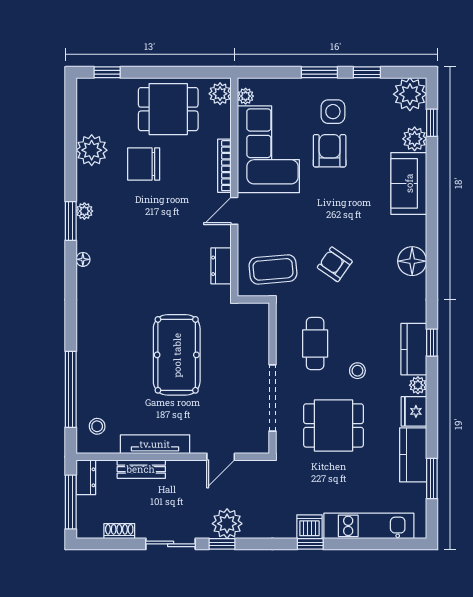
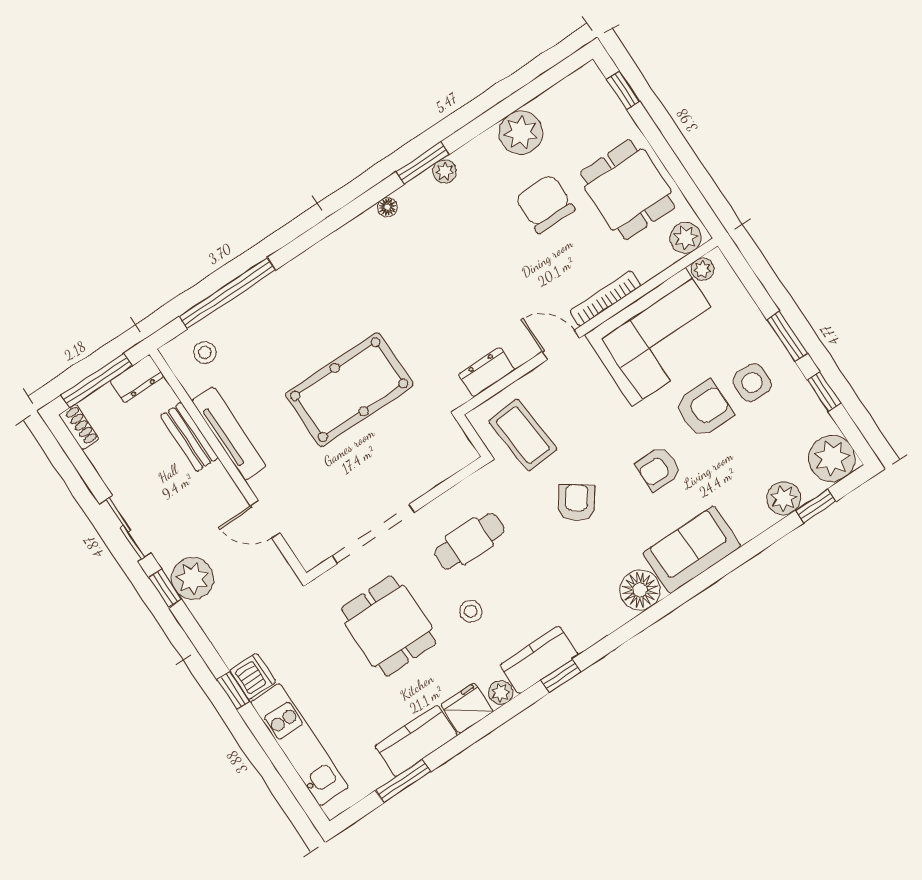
sofa: (409, 183) -> (692, 550), moved
armchair: (347, 202) -> (658, 469), added
shoe rack: (119, 531) -> (79, 427), moved

